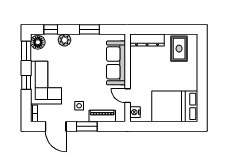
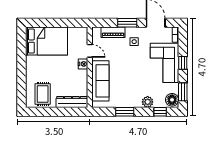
nightstand: (135, 112) -> (83, 64), moved

